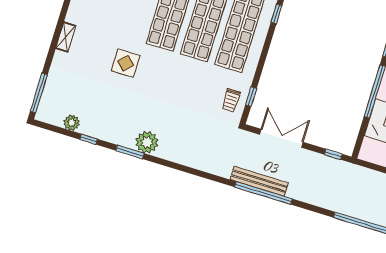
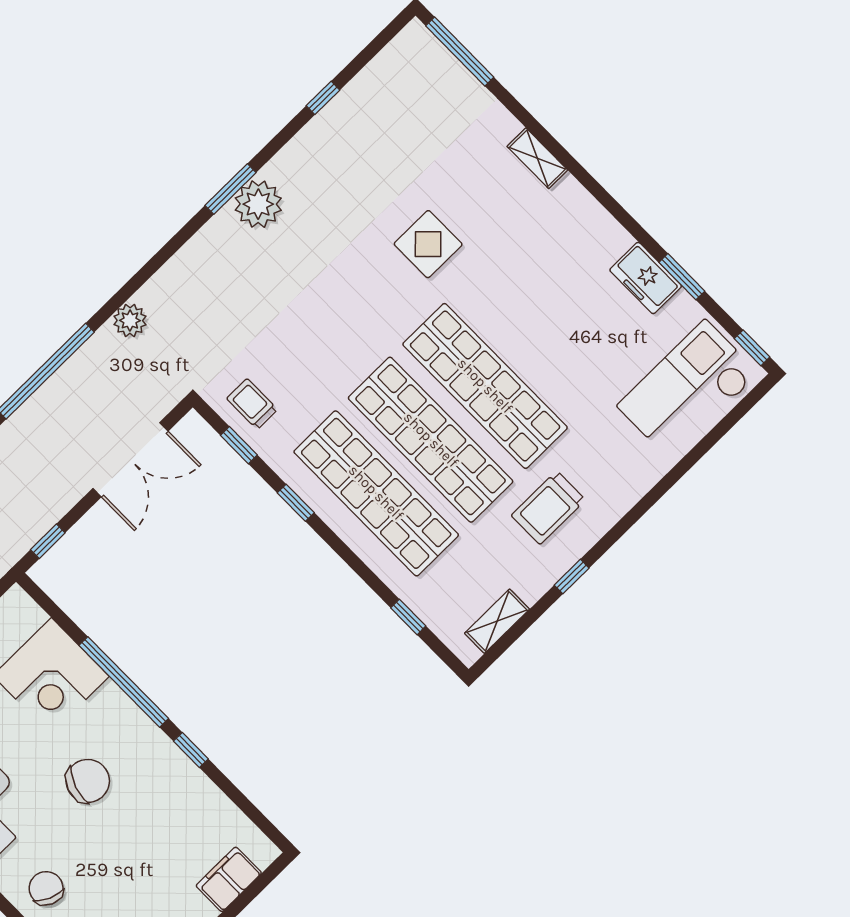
window: (276, 14) -> (296, 503), moved
plant: (72, 123) -> (130, 320), moved
window: (130, 152) -> (231, 189), moved
bench: (259, 181) -> (72, 375), removed

